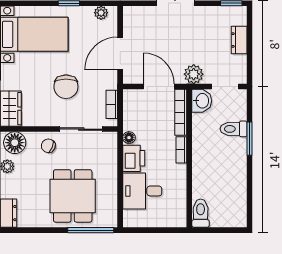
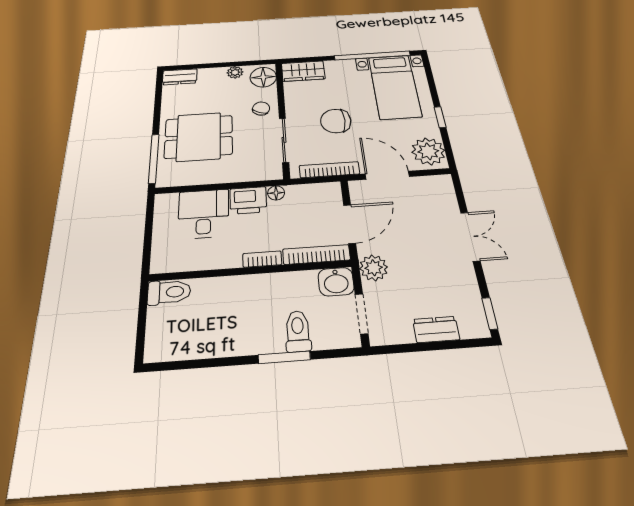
plant: (101, 13) -> (428, 151), width x1.87, depth x1.87
bookcase: (112, 104) -> (329, 170), width x1.56

